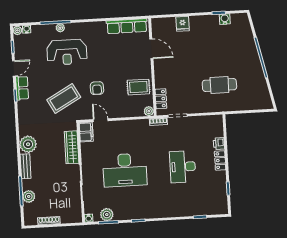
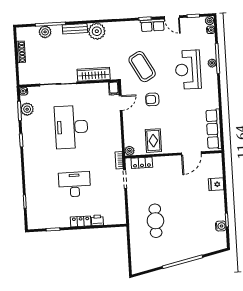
filing cabinet: (86, 132) -> (114, 88), width x0.50

